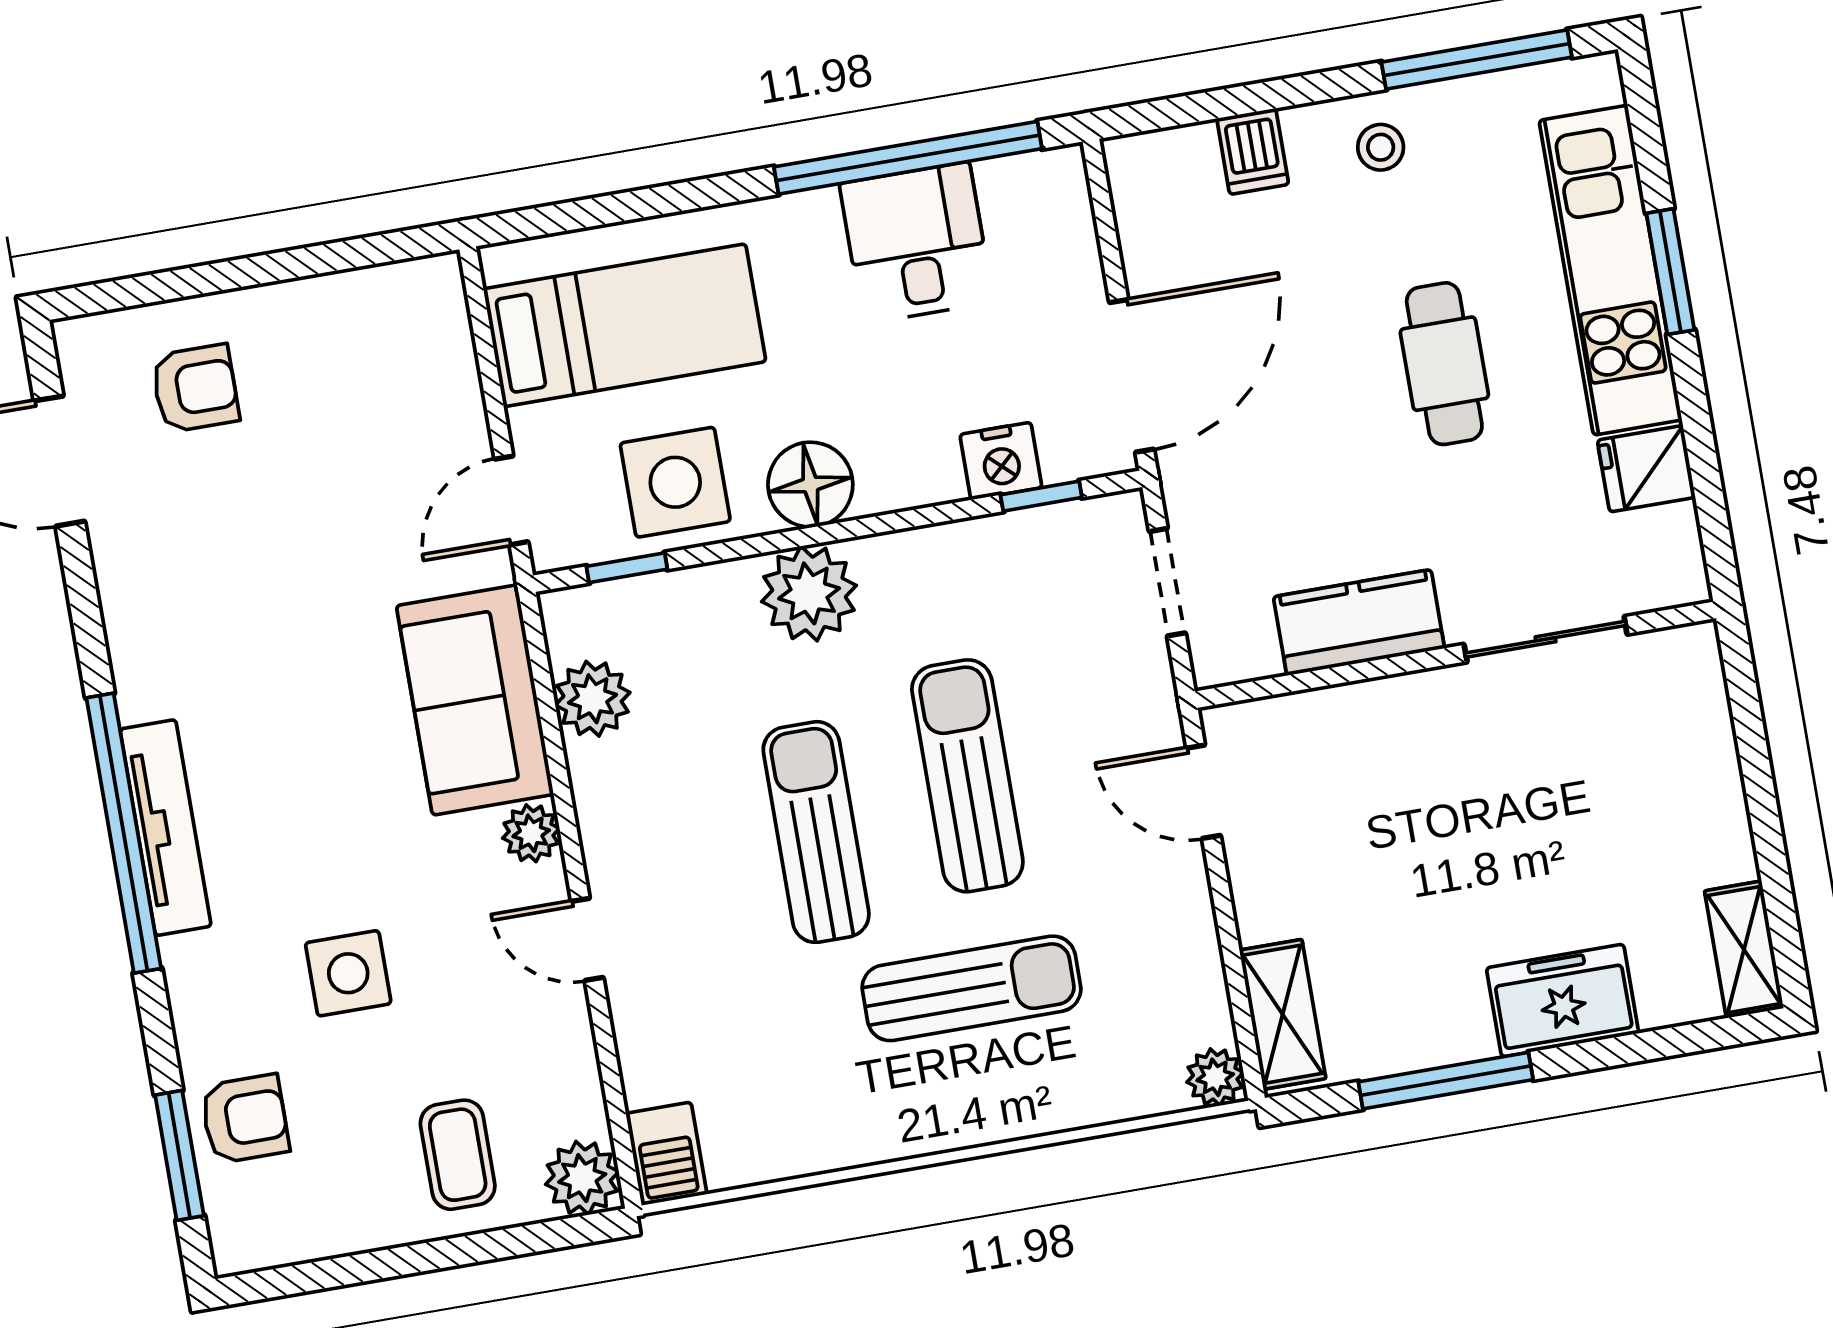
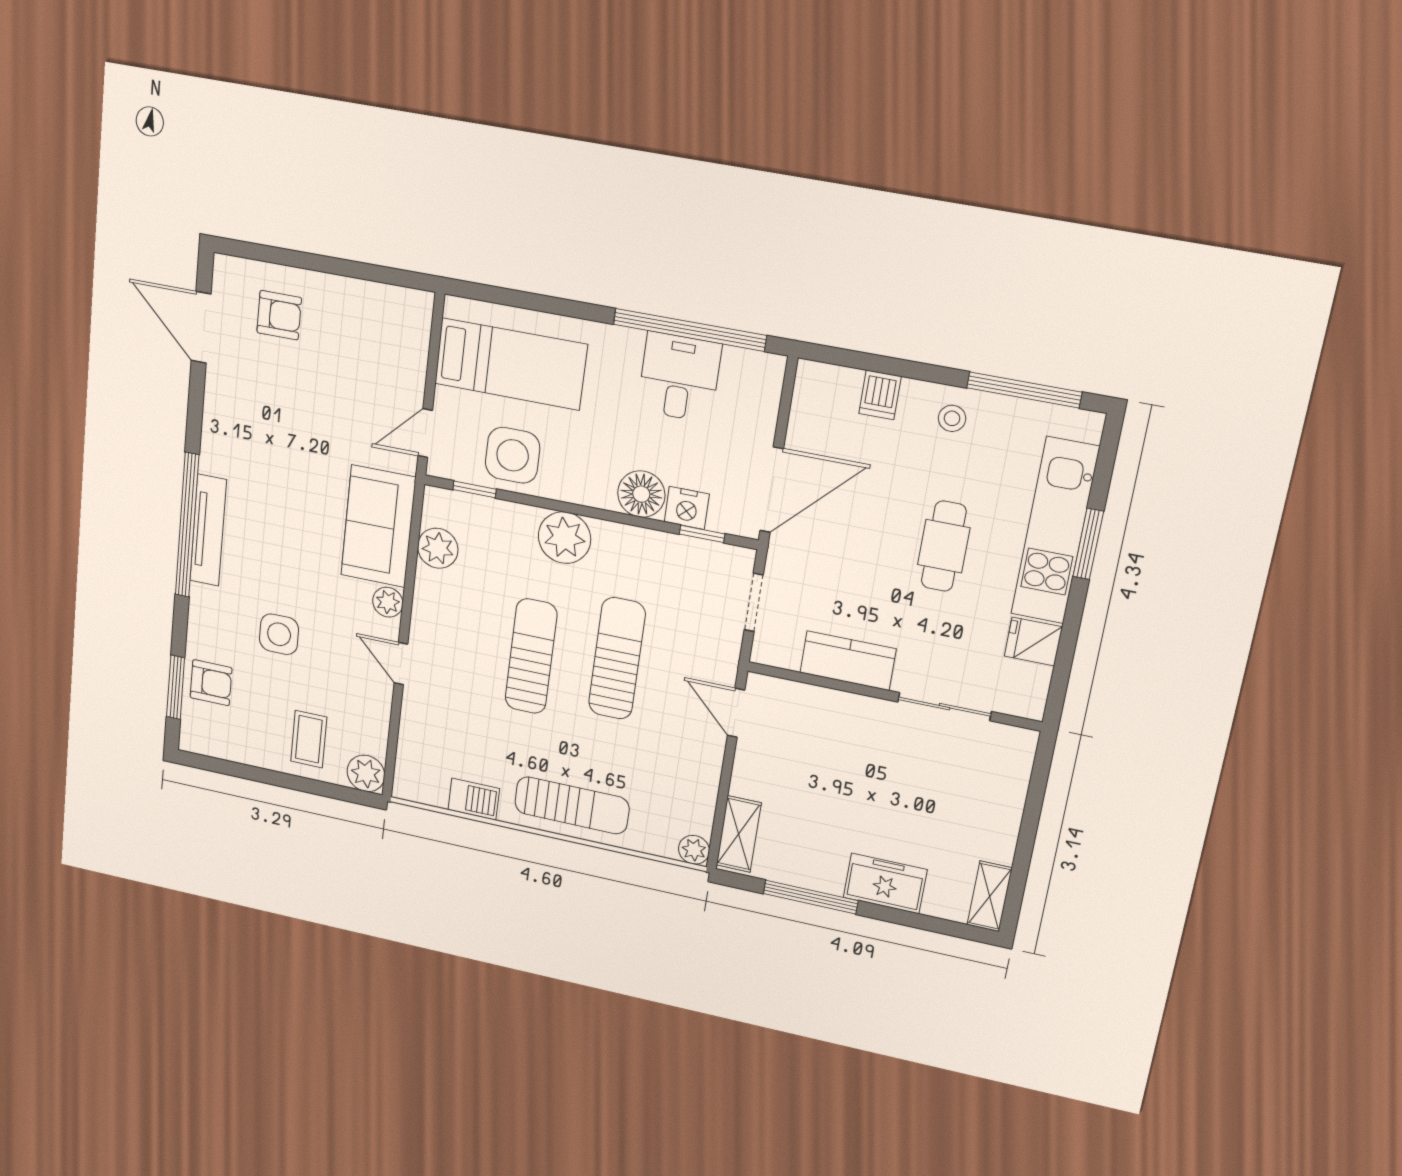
floor lamp: (810, 485) -> (641, 494), moved
sun lounger: (971, 988) -> (572, 805), moved
barbecue: (666, 1154) -> (474, 799), moved, turned -90

